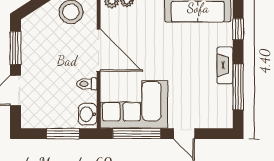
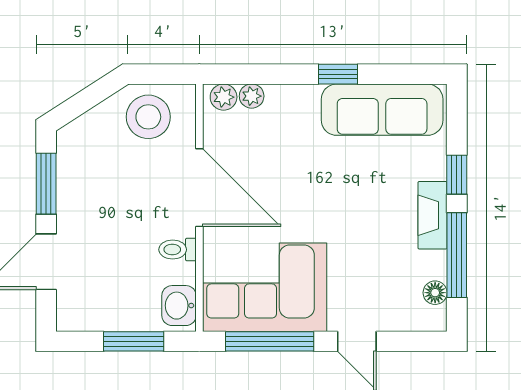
window: (238, 29) -> (457, 175), moved
floor lamp: (226, 107) -> (435, 293), added

